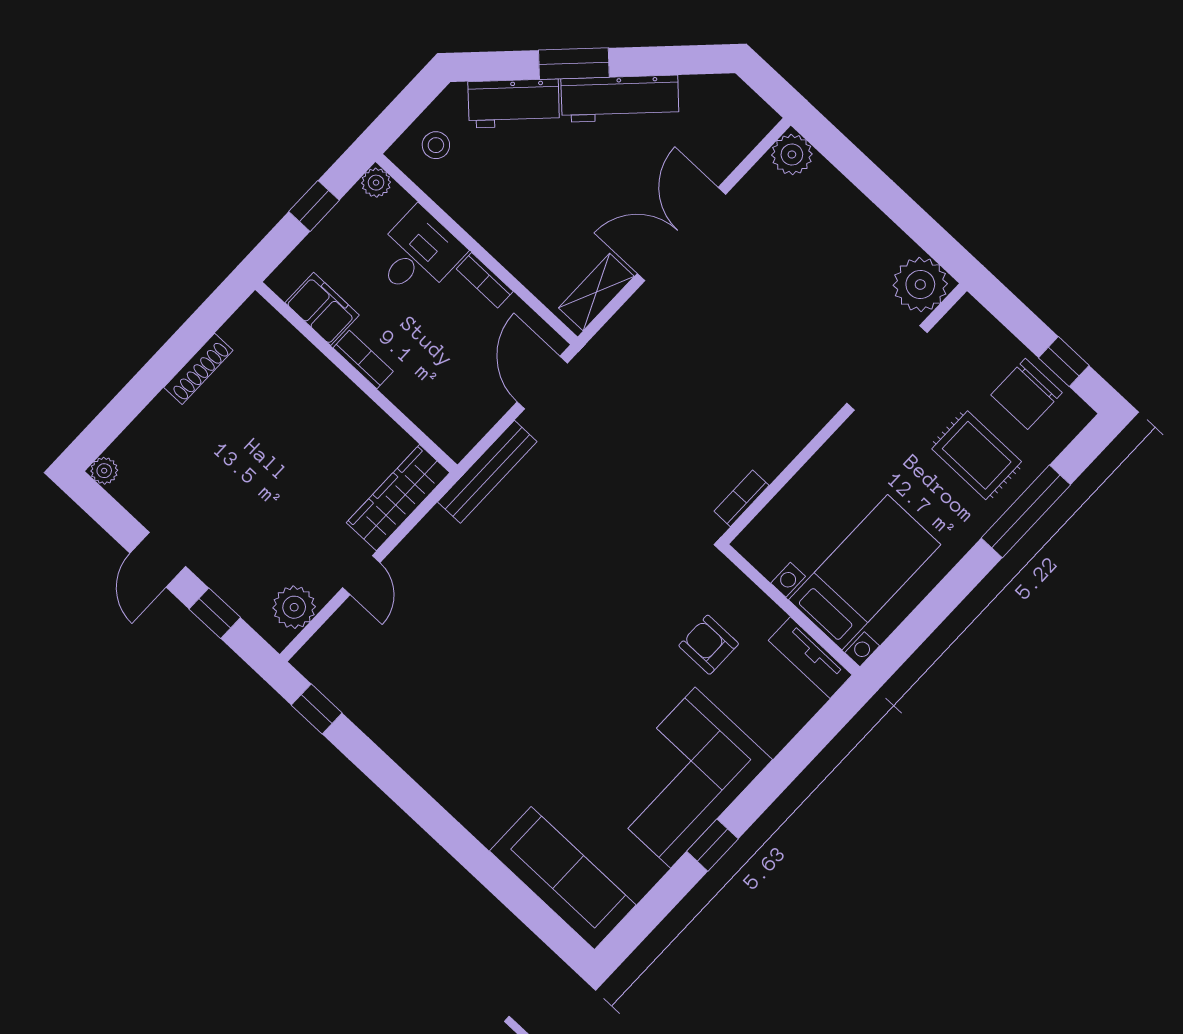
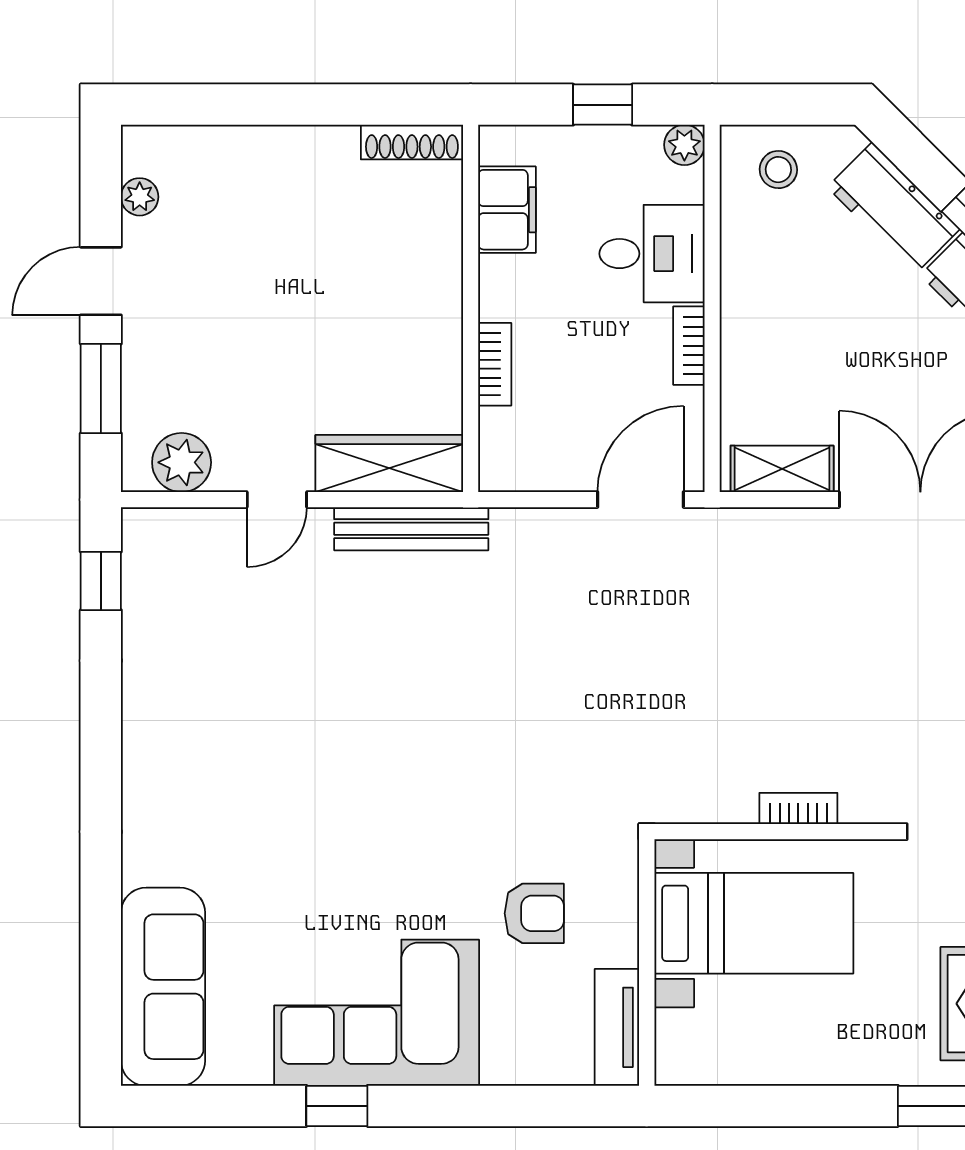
bookcase: (363, 360) -> (495, 364), moved
shoe rack: (198, 369) -> (412, 142), moved
plant: (104, 471) -> (140, 197), moved
bench: (487, 472) -> (411, 529), moved
bookcase: (742, 498) -> (798, 808), moved
bed with nightstands: (865, 572) -> (754, 923), moved
window: (215, 613) -> (101, 389), width x1.50
armchair: (709, 645) -> (534, 913), turned 90

